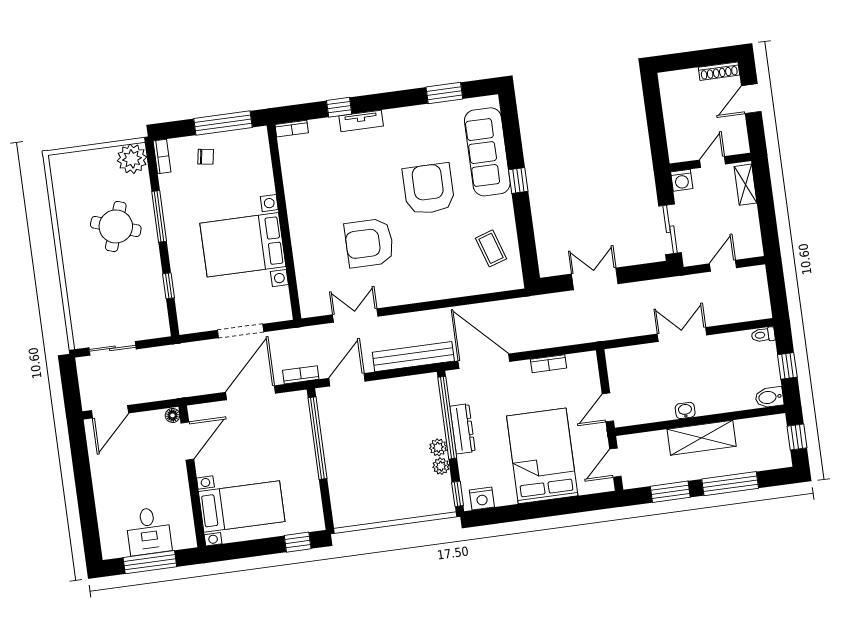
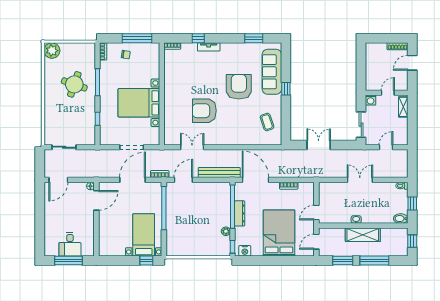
plant: (132, 159) -> (52, 51), moved
plant: (438, 447) -> (226, 221), removed
bed with nightstands: (242, 506) -> (144, 235), moved, turned -90

